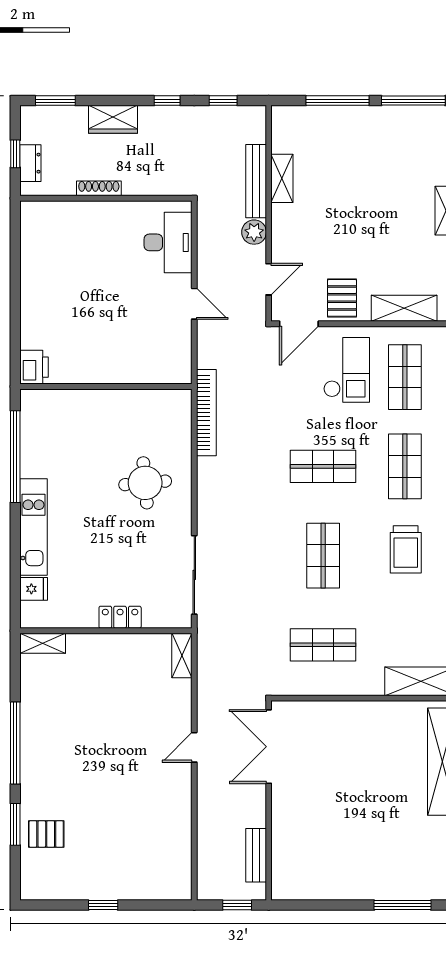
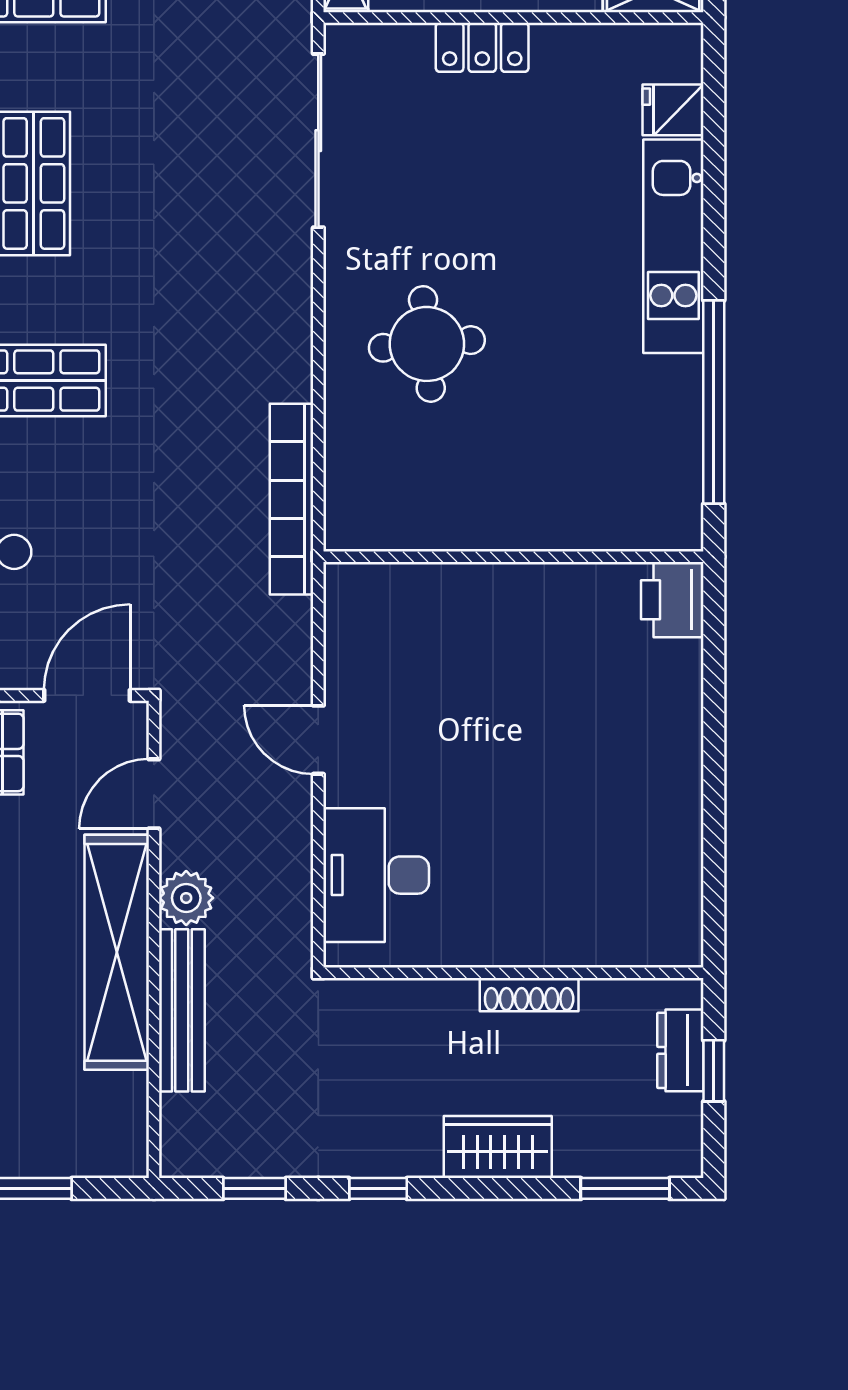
shelving: (282, 178) -> (117, 952), width x2.20, depth x1.33

